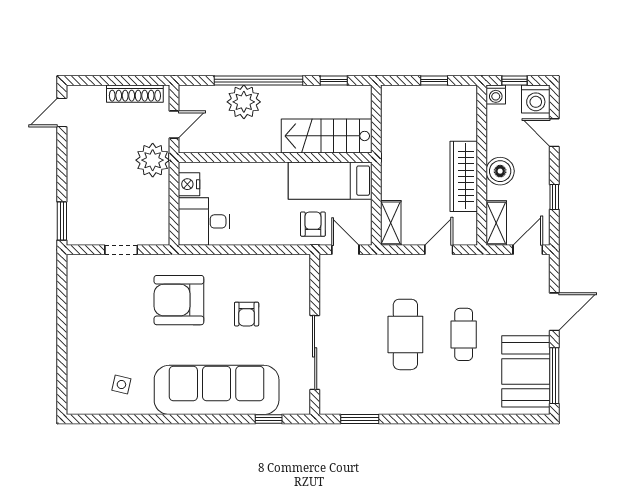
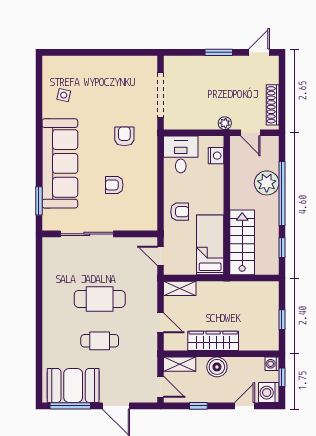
door: (62, 113) -> (259, 52), hinge flipped
plant: (153, 160) -> (225, 123), width x0.53, depth x0.53
nightstand: (189, 184) -> (216, 156), moved, turned 90
window: (62, 221) -> (219, 52), moved
armchair: (313, 224) -> (180, 212), moved
doorway: (121, 250) -> (160, 95), width x1.87
door: (345, 250) -> (160, 256), swing flipped
armchair: (179, 300) -> (124, 136), width x0.53, depth x0.53
window: (269, 419) -> (39, 201), width x1.50
window: (360, 419) -> (39, 266), removed

